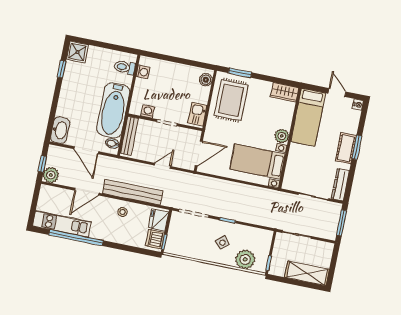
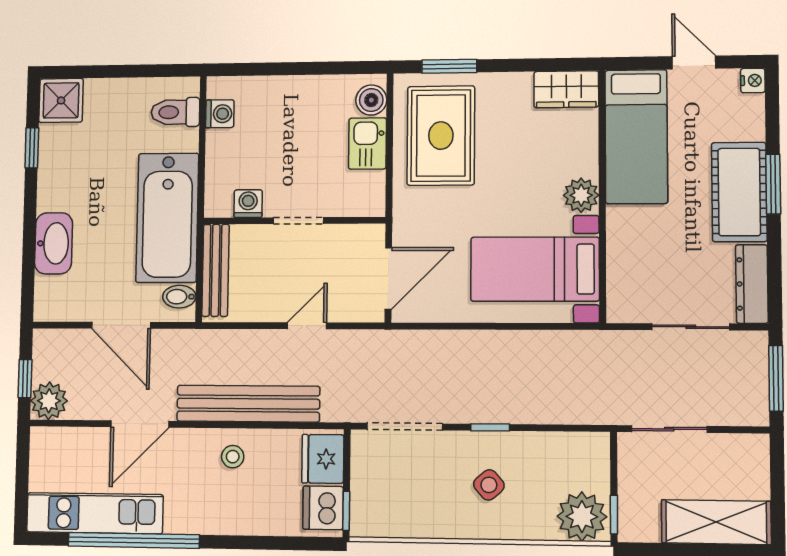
kitchen sink: (197, 114) -> (367, 143), moved
washbasin: (60, 130) -> (54, 243), moved
cot: (346, 148) -> (739, 192), width x1.37, depth x1.34
plant: (245, 259) -> (582, 517), moved

